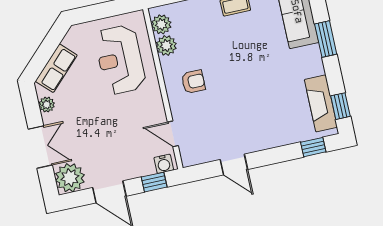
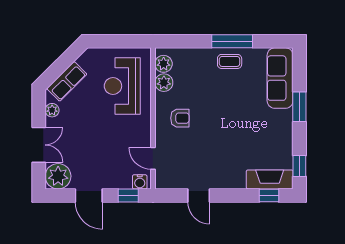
fireplace: (321, 103) -> (270, 179), moved, turned 90

